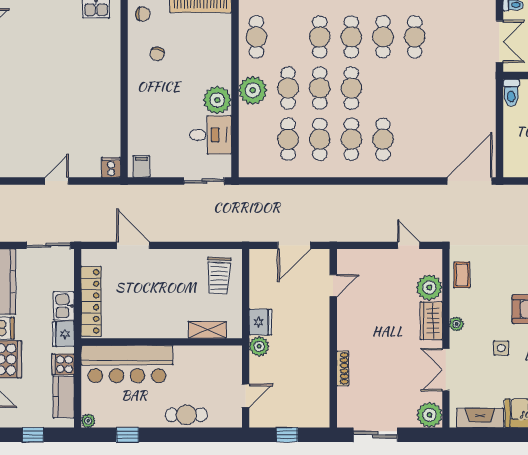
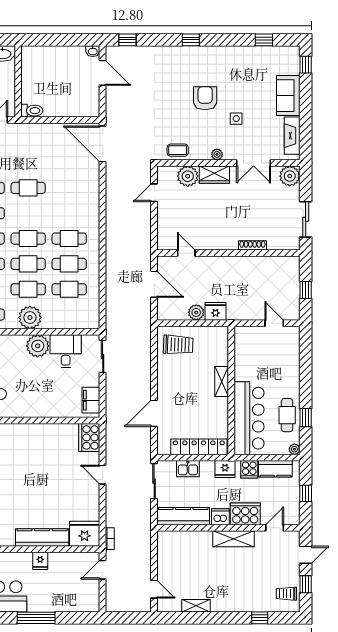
cafe table: (383, 139) -> (28, 188), moved
cooker: (111, 167) -> (89, 437), width x1.87, depth x1.31
filing cabinet: (141, 167) -> (91, 400), width x2.00
kitchen sink: (64, 306) -> (188, 469), moved
shelving: (207, 330) -> (222, 382), moved
plant: (259, 346) -> (196, 312), moved
cafe table: (186, 415) -> (287, 415), moved

